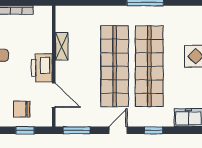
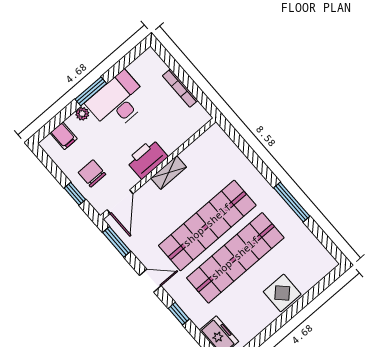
shelving: (62, 46) -> (169, 173), moved
door: (54, 95) -> (120, 202), moved

